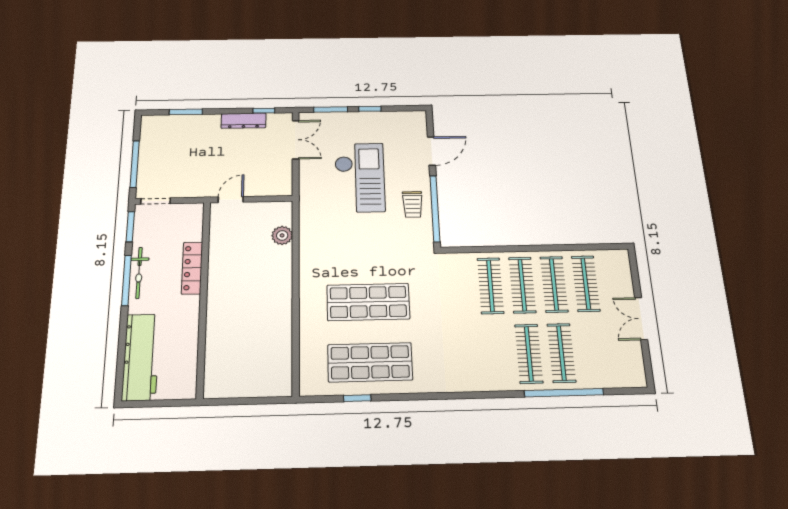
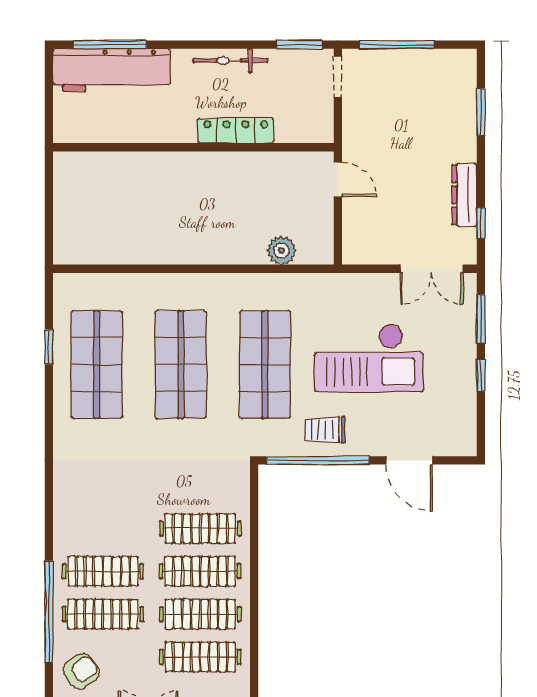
shop shelf: (366, 245) -> (265, 365), added
window: (126, 280) -> (110, 45), moved
armchair: (607, 368) -> (81, 671), added

